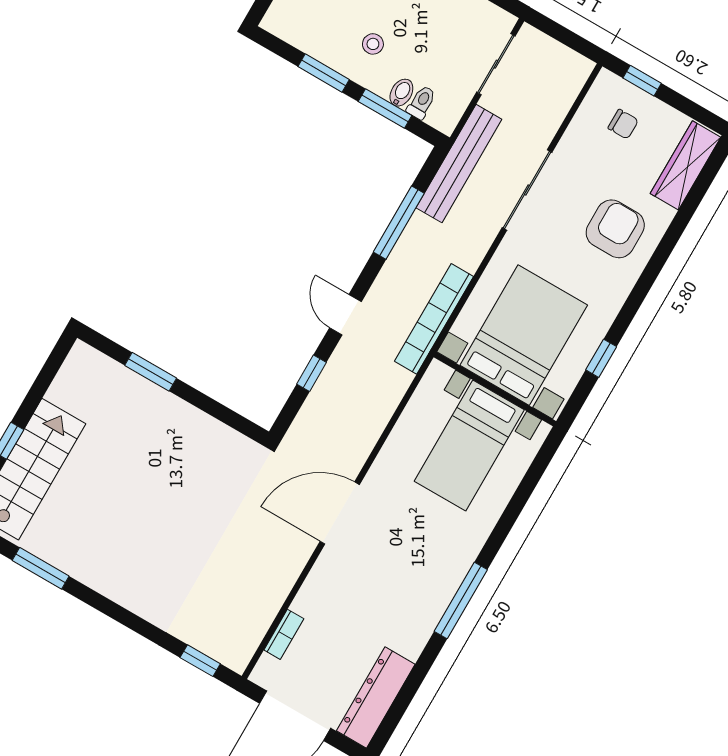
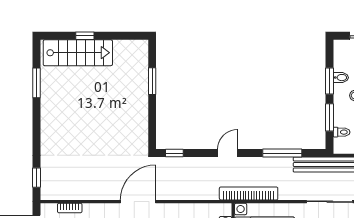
bidet: (401, 93) -> (341, 78), moved
window: (312, 373) -> (174, 153), moved
door: (340, 513) -> (138, 202), hinge flipped

